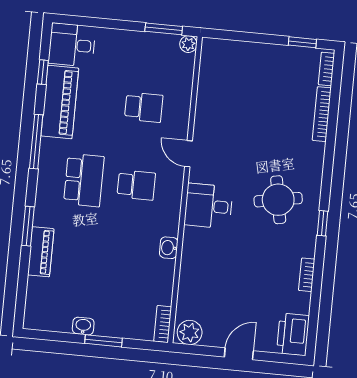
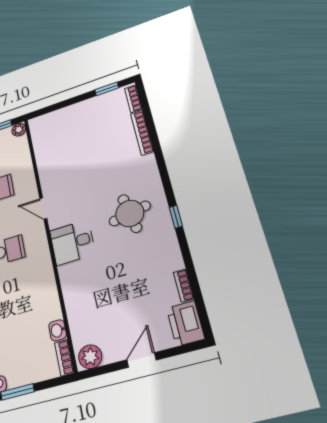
washbasin: (169, 248) -> (58, 330), moved
bookcase: (307, 275) -> (184, 286), moved

